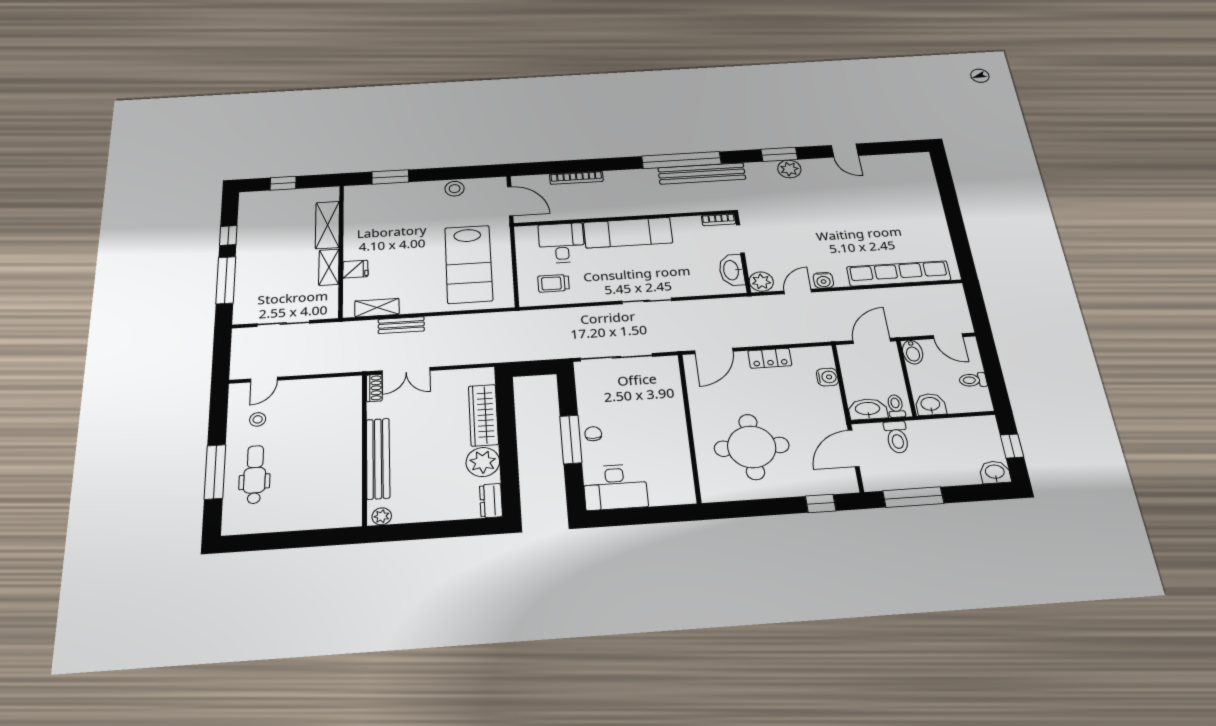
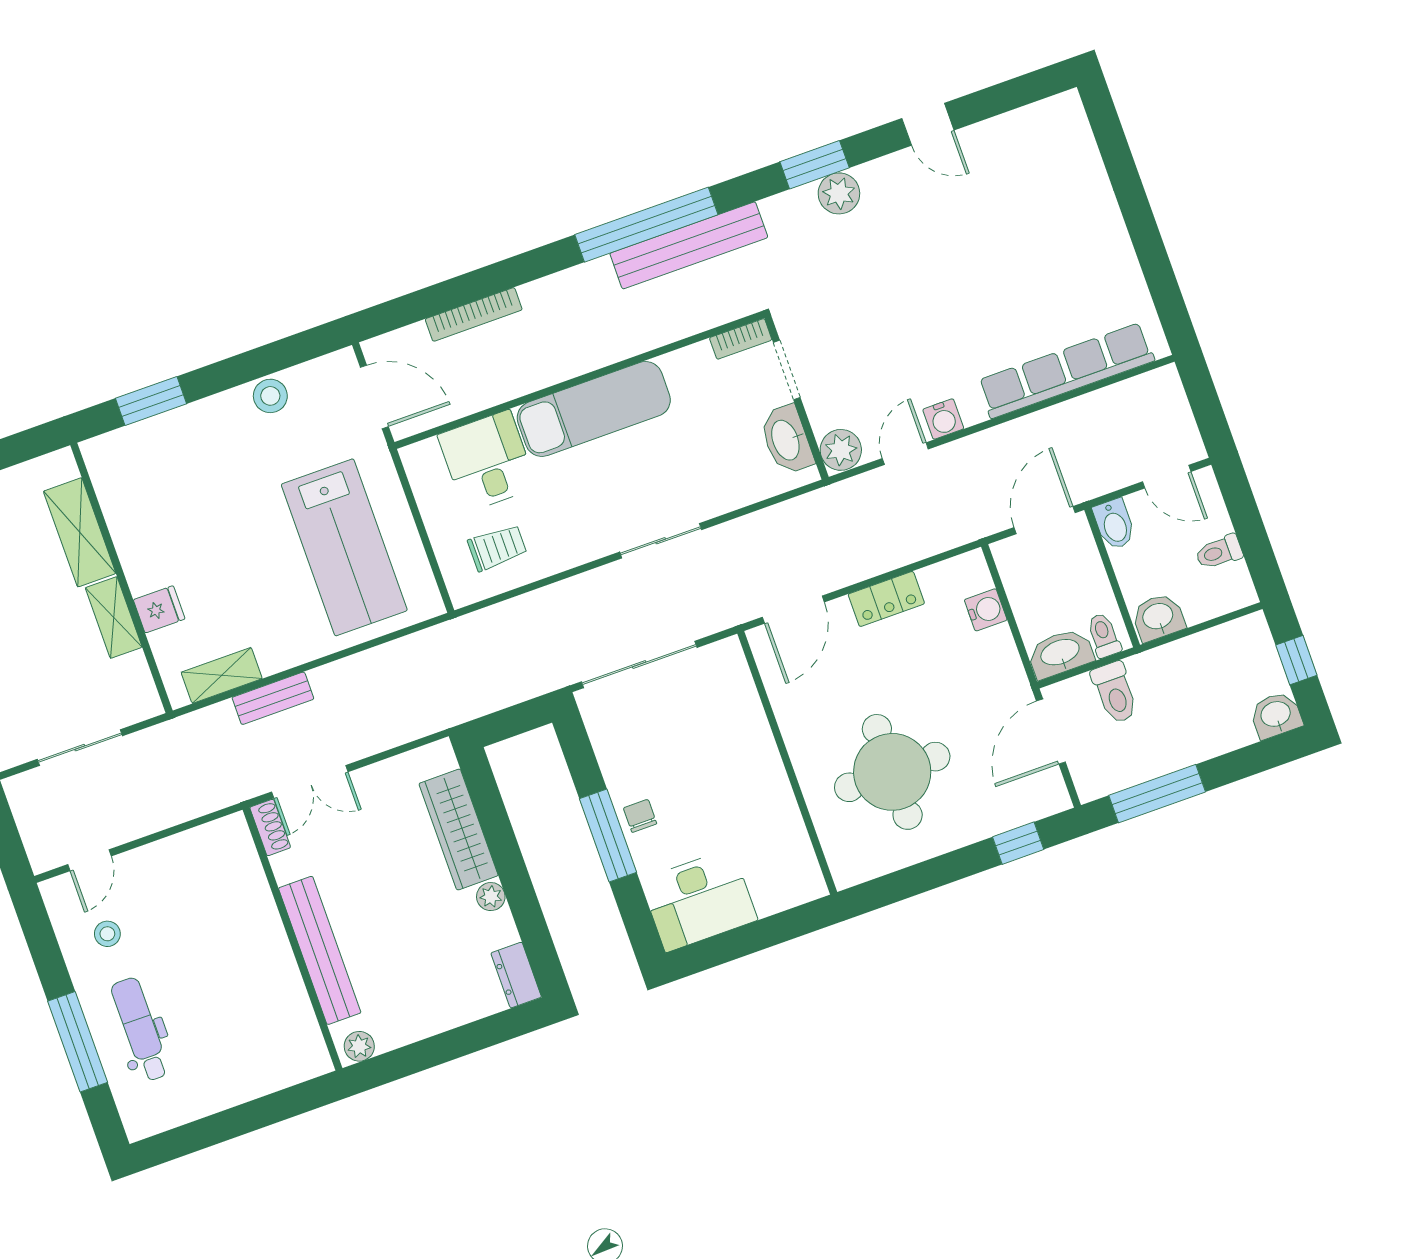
trolley: (553, 283) -> (497, 548), turned 180
plant: (483, 462) -> (491, 897), width x0.53, depth x0.53

